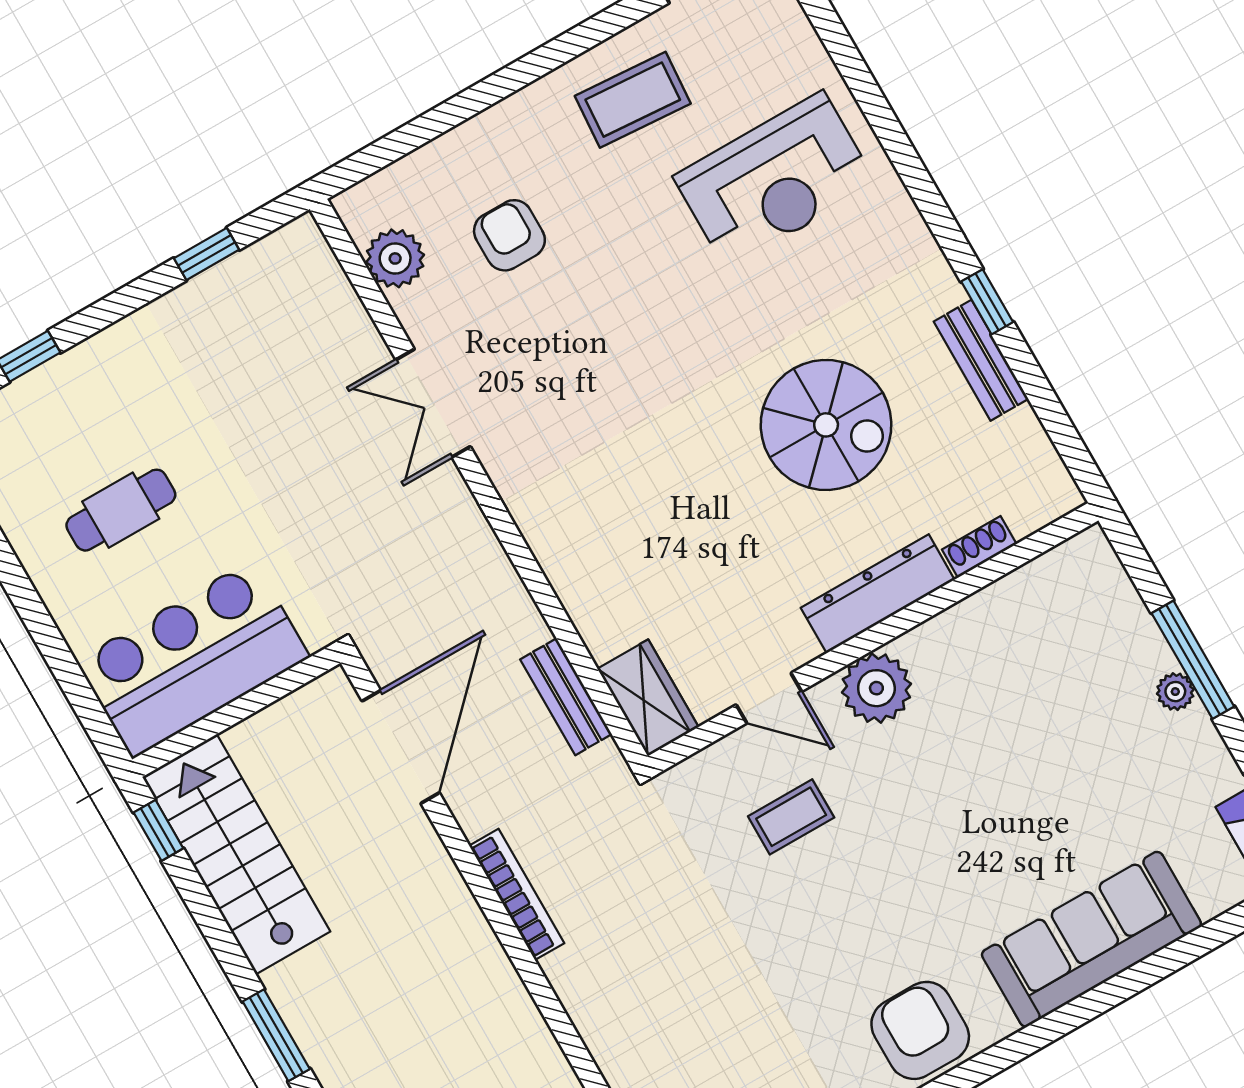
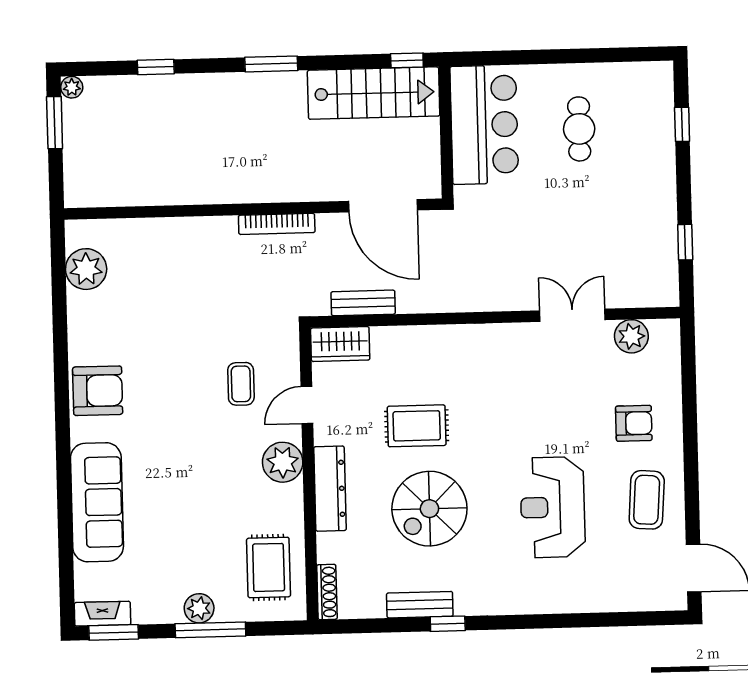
reception desk: (775, 180) -> (553, 507), moved
armchair: (509, 235) -> (634, 423), moved
double door: (433, 403) -> (572, 315), moved
rug: (710, 513) -> (417, 426), added
shoe rack: (979, 547) -> (327, 592), moved, width x1.43
rug: (1049, 623) -> (269, 567), added
plant: (1175, 692) -> (199, 608), width x1.38, depth x1.38

